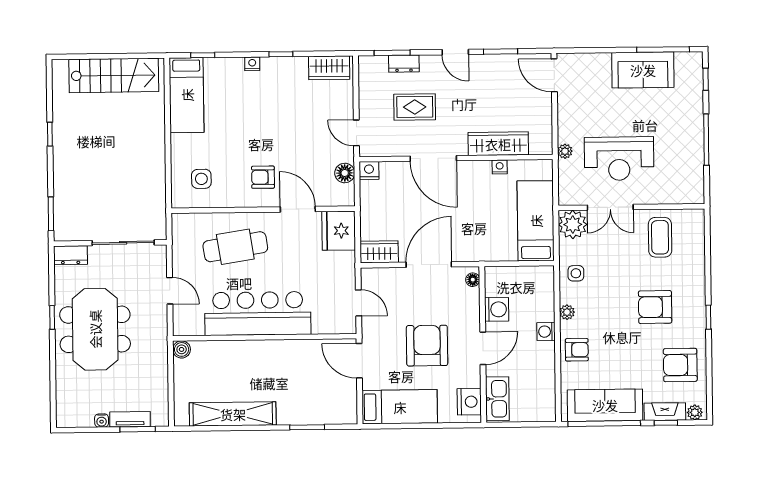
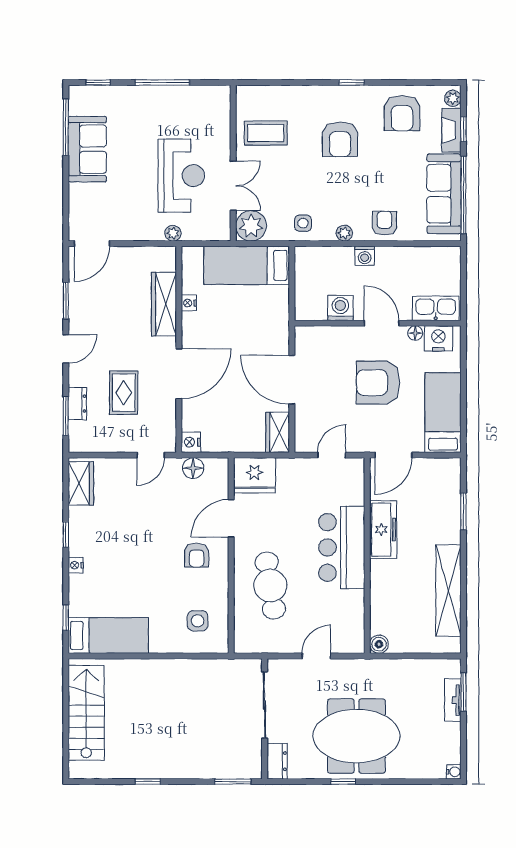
floor lamp: (473, 280) -> (415, 333), moved
bar counter: (258, 313) -> (342, 547), width x0.73
freezer: (289, 352) -> (383, 529), added
water cooler: (102, 421) -> (454, 772), moved

